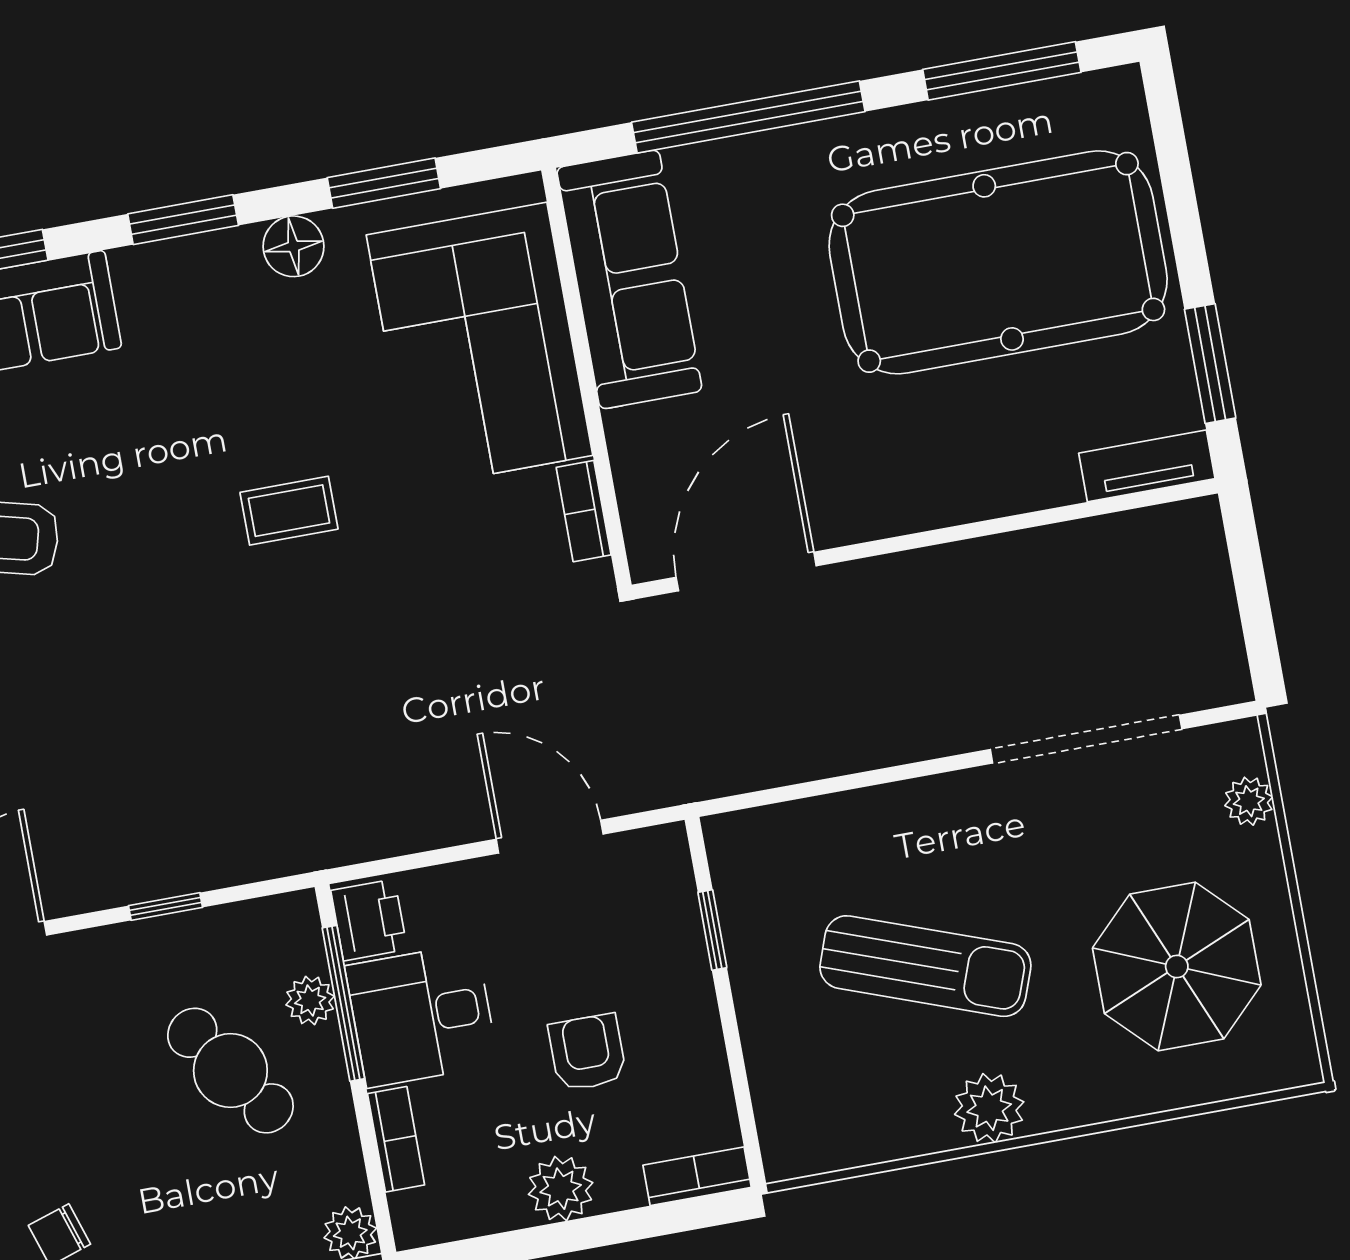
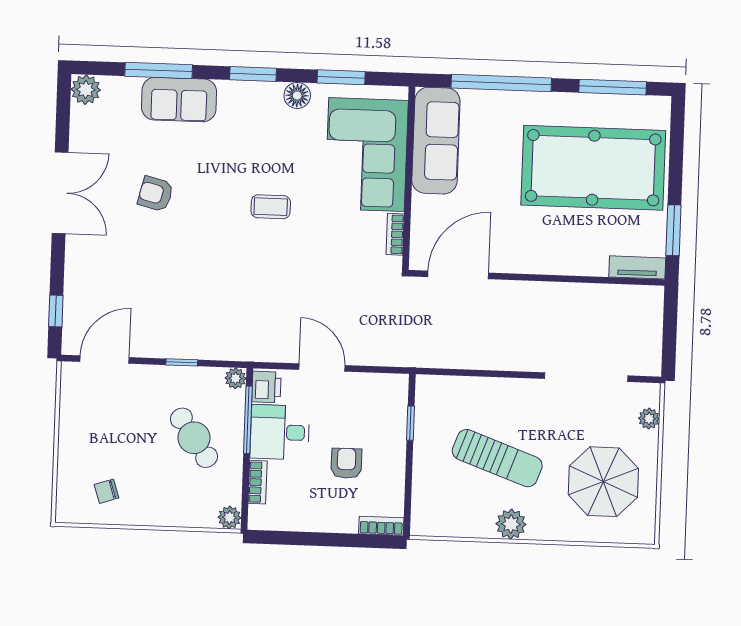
door: (550, 837) -> (322, 368), moved
plant: (310, 1000) -> (236, 378), moved
plant: (561, 1189) -> (322, 518), removed

